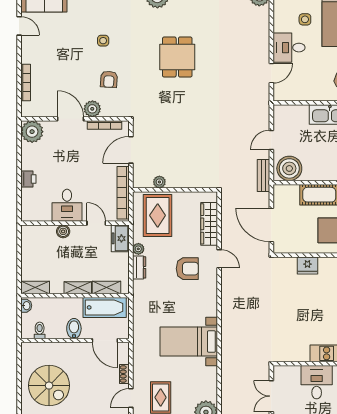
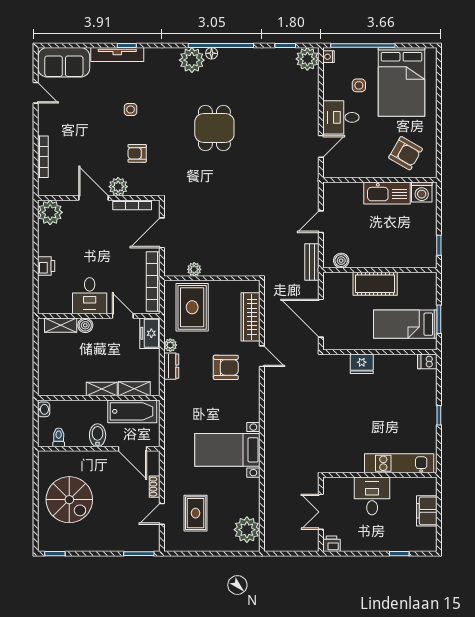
armchair: (109, 79) -> (137, 153), turned 86
boiler: (289, 168) -> (341, 261), width x0.54, depth x0.54
shelving: (35, 287) -> (61, 325), moved

